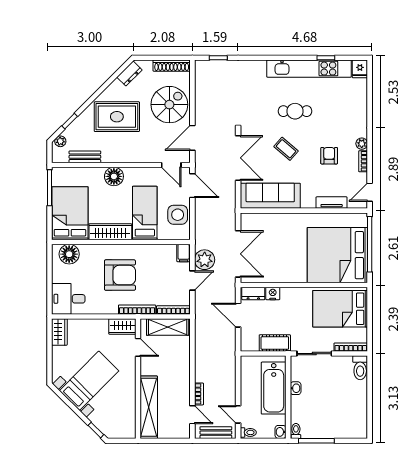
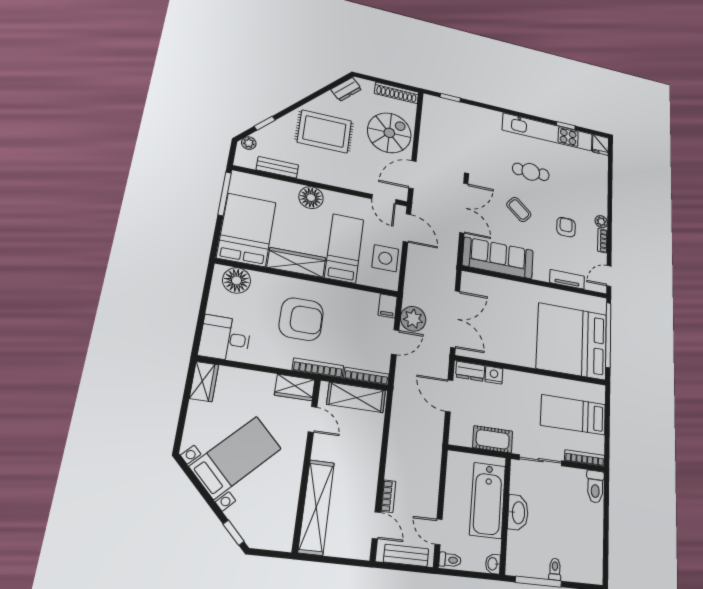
bed: (340, 309) -> (573, 415), width x0.67
washbasin: (296, 388) -> (518, 513), width x1.91, depth x1.45
toilet: (296, 431) -> (555, 569), moved

